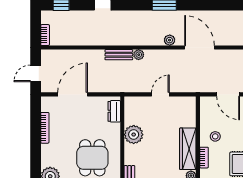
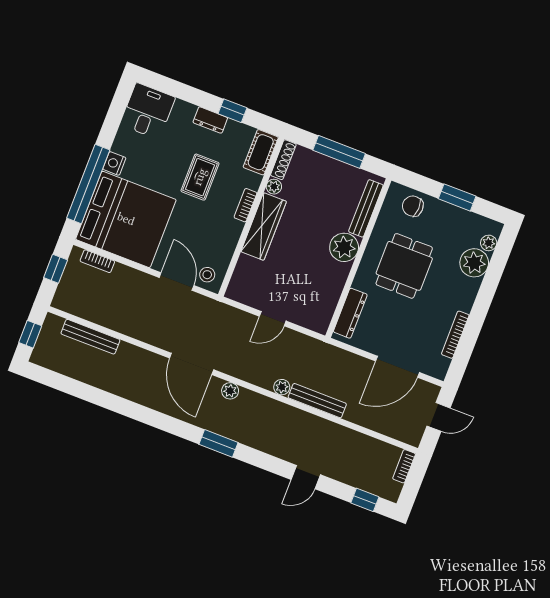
bench: (119, 55) -> (317, 401), width x1.36
dresser: (114, 111) -> (350, 313), width x1.44
plant: (134, 135) -> (344, 247), moved
stool: (215, 136) -> (207, 275), moved

